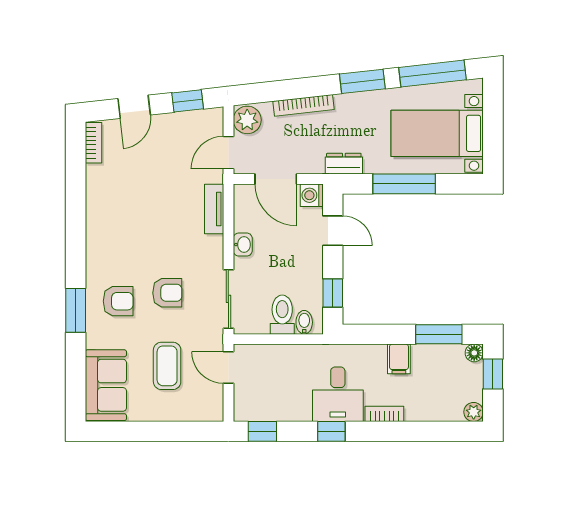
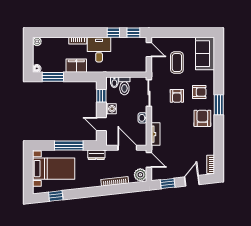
window: (433, 74) -> (56, 196), width x0.46
window: (362, 81) -> (88, 192), removed
door: (228, 153) -> (149, 160), hinge flipped
washing machine: (312, 195) -> (111, 109), moved
armchair: (111, 243) -> (202, 118), added
armchair: (167, 293) -> (177, 96), turned -90
armchair: (118, 301) -> (199, 92), turned 180
window: (76, 310) -> (219, 105), moved
filing cabinet: (399, 359) -> (76, 66), width x2.00
door: (228, 367) -> (149, 50), moved
window: (493, 374) -> (28, 59), removed
window: (331, 431) -> (113, 33), moved

